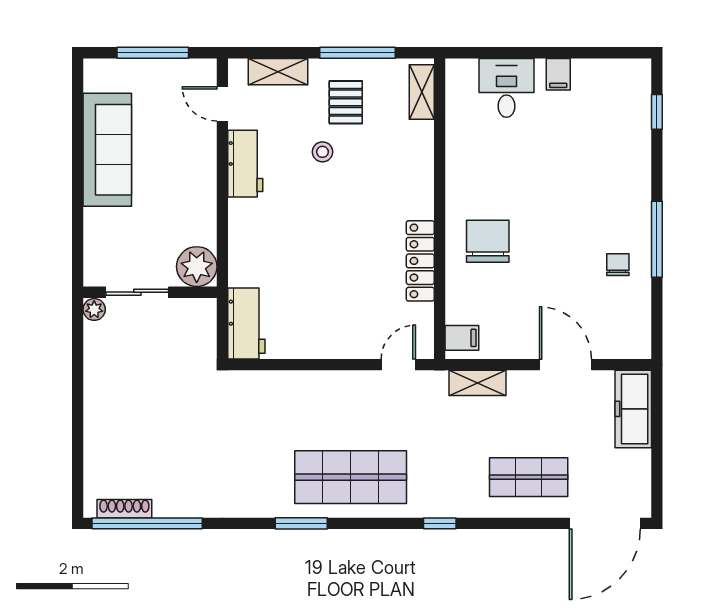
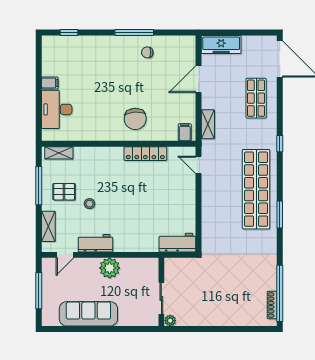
desk: (506, 88) -> (57, 109), width x1.37
chair: (488, 241) -> (135, 119), turned -94
plant: (197, 267) -> (110, 268), moved
shop shelf: (351, 477) -> (256, 189), width x1.40

